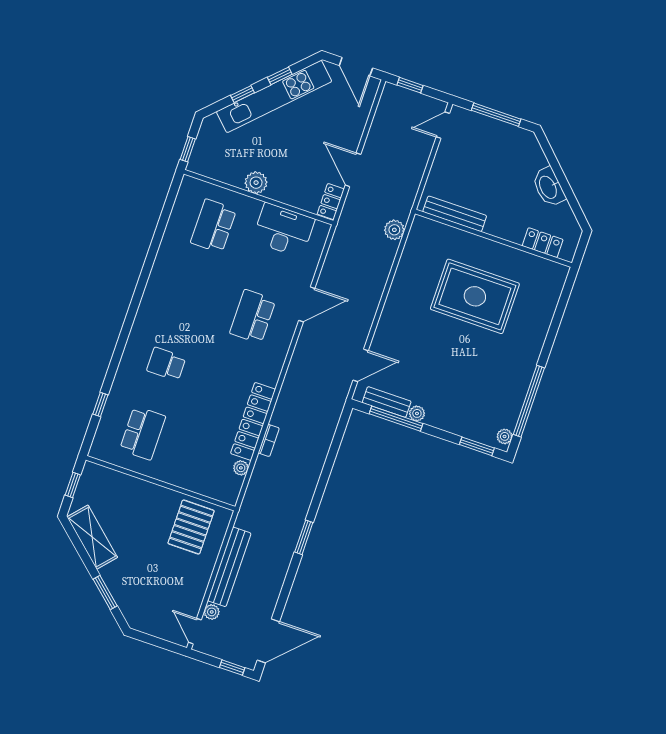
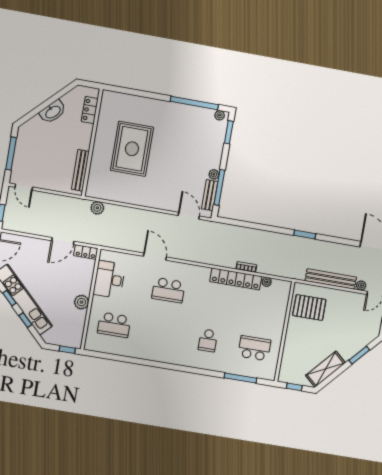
window: (100, 404) -> (240, 378), width x2.17

